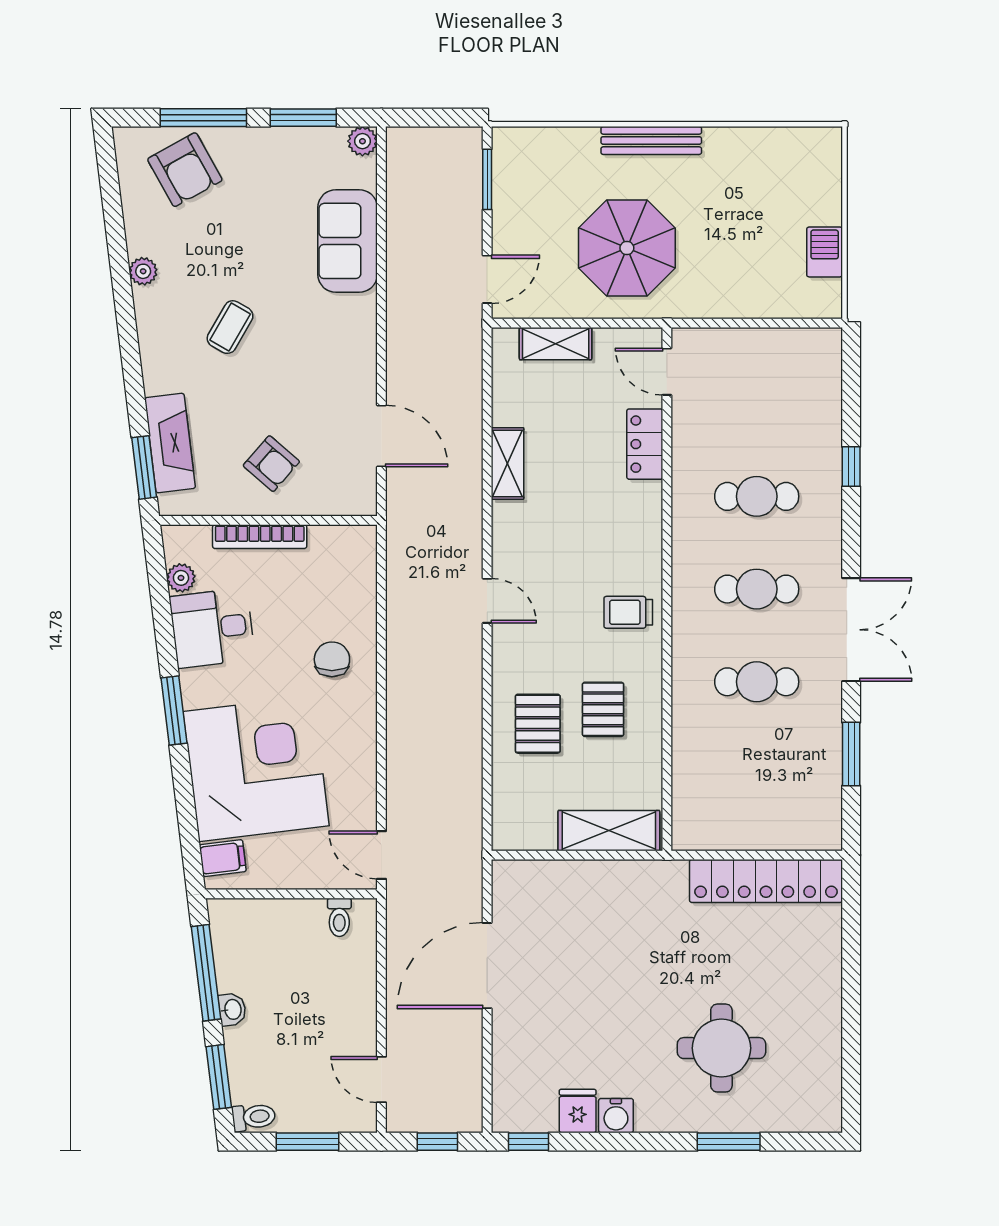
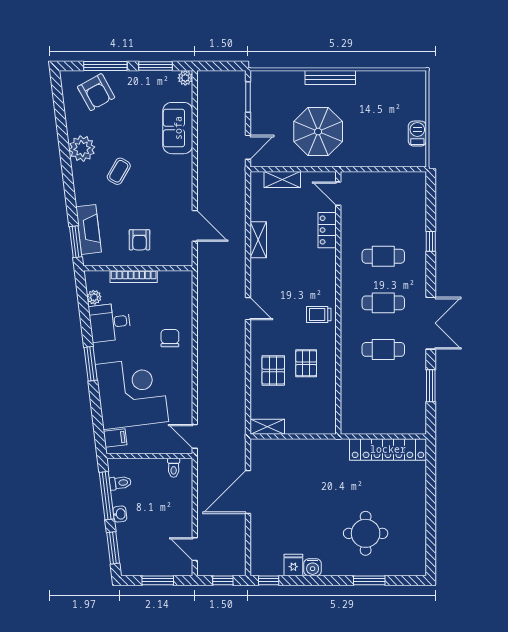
plant: (143, 271) -> (82, 149), width x1.88, depth x1.88
armchair: (271, 464) -> (139, 240), turned 49
shelving: (609, 831) -> (267, 427), moved, width x0.67, depth x0.75
toilet: (254, 1117) -> (120, 483), moved

